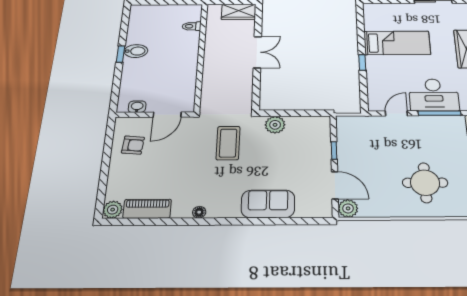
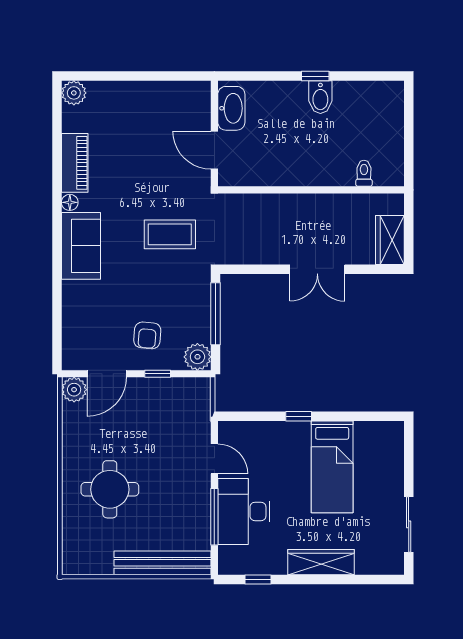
washbasin: (137, 107) -> (231, 108), width x1.91, depth x1.45
window: (288, 113) -> (216, 314), added
plant: (275, 125) -> (197, 357), moved
armchair: (133, 145) -> (147, 335), moved
sofa: (268, 204) -> (81, 246), moved
piano: (147, 209) -> (75, 163), moved

